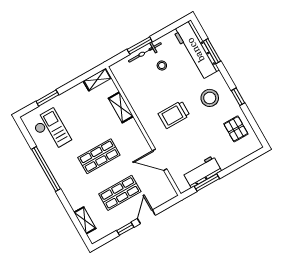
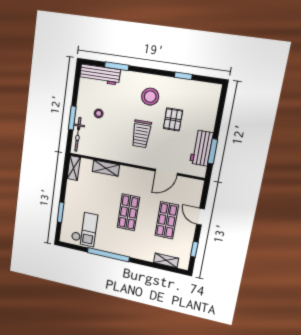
workbench: (196, 50) -> (100, 74), width x0.73, depth x0.76
bicycle: (145, 52) -> (78, 134), moved
window: (238, 97) -> (183, 76), moved
pallet: (236, 129) -> (173, 119), moved, turned 90
checkout: (51, 130) -> (84, 229), turned 90
window: (125, 229) -> (194, 249), moved

